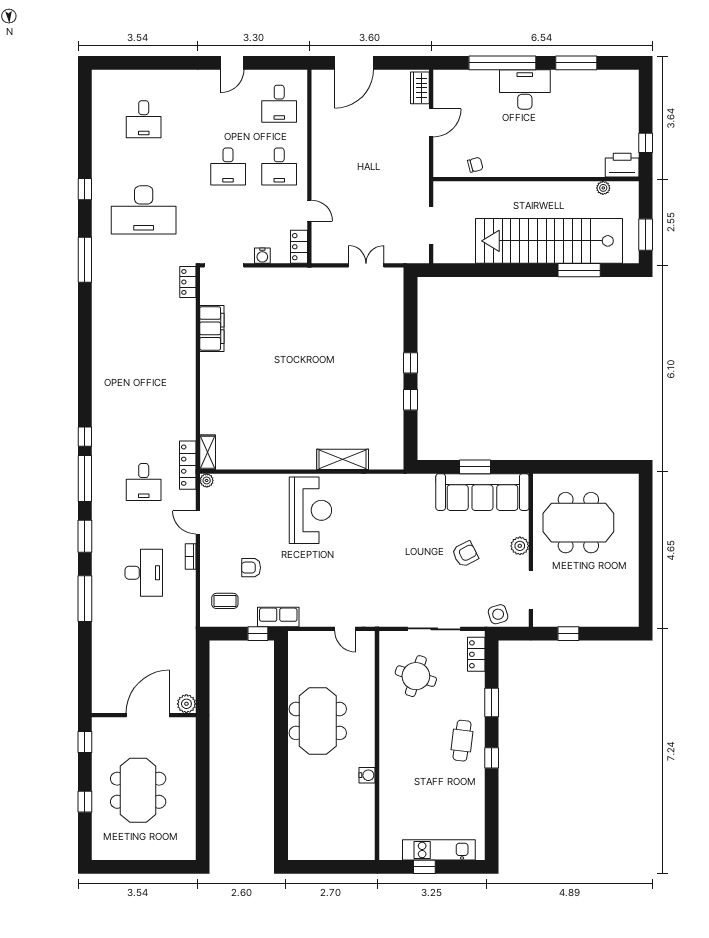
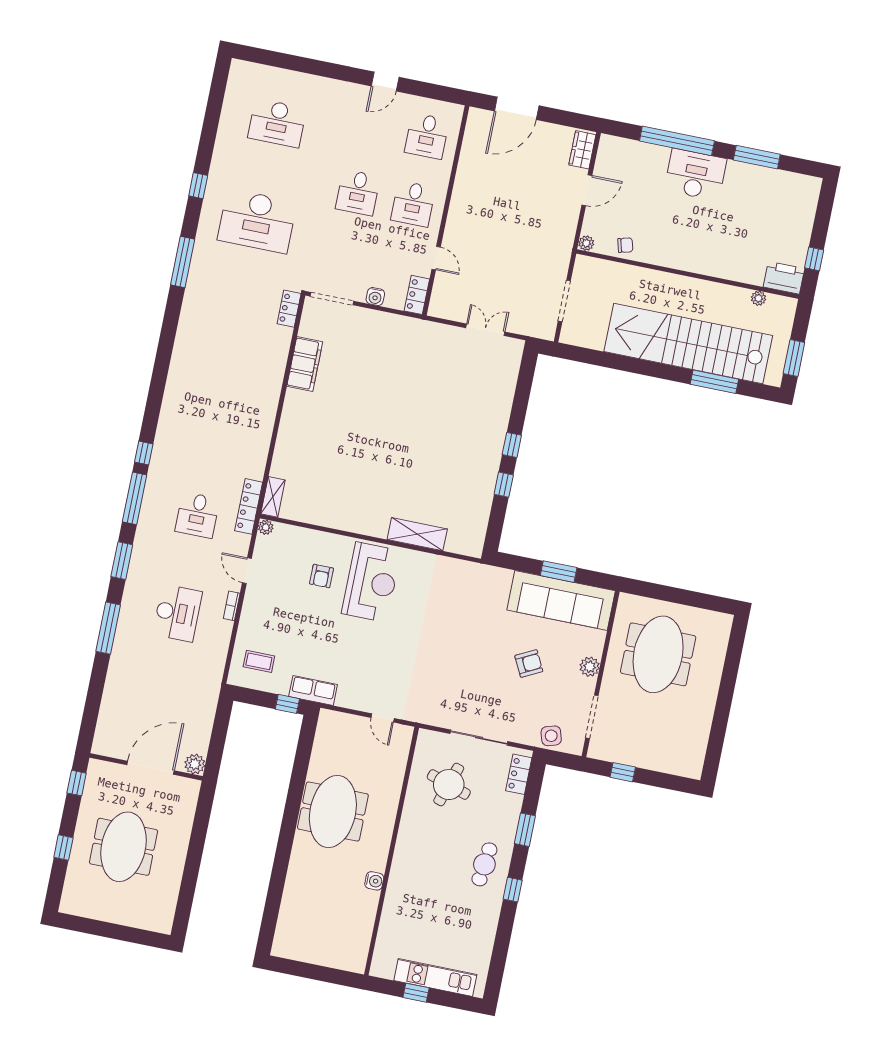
desk: (144, 119) -> (277, 123), width x1.37
plant: (440, 170) -> (586, 243), added
meeting table: (578, 523) -> (658, 654), turned 90
armchair: (251, 568) -> (321, 576), moved, turned -90

